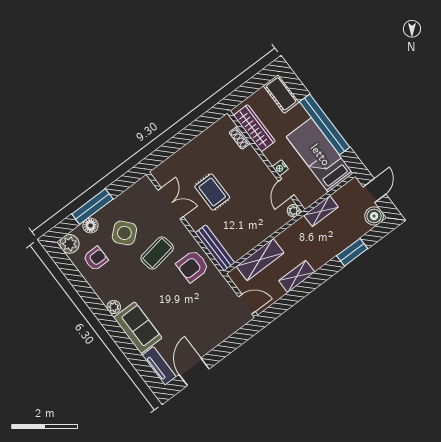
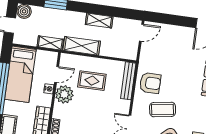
rug: (212, 192) -> (92, 81), moved, turned 90
plant: (294, 211) -> (64, 94), moved, width x1.88, depth x1.88
shelving: (260, 260) -> (82, 46), moved
door: (247, 304) -> (141, 33), swing flipped

